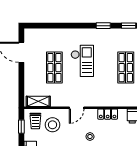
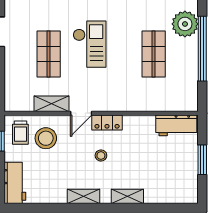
shelving: (38, 101) -> (51, 104), moved
locker: (108, 114) -> (107, 122), moved

